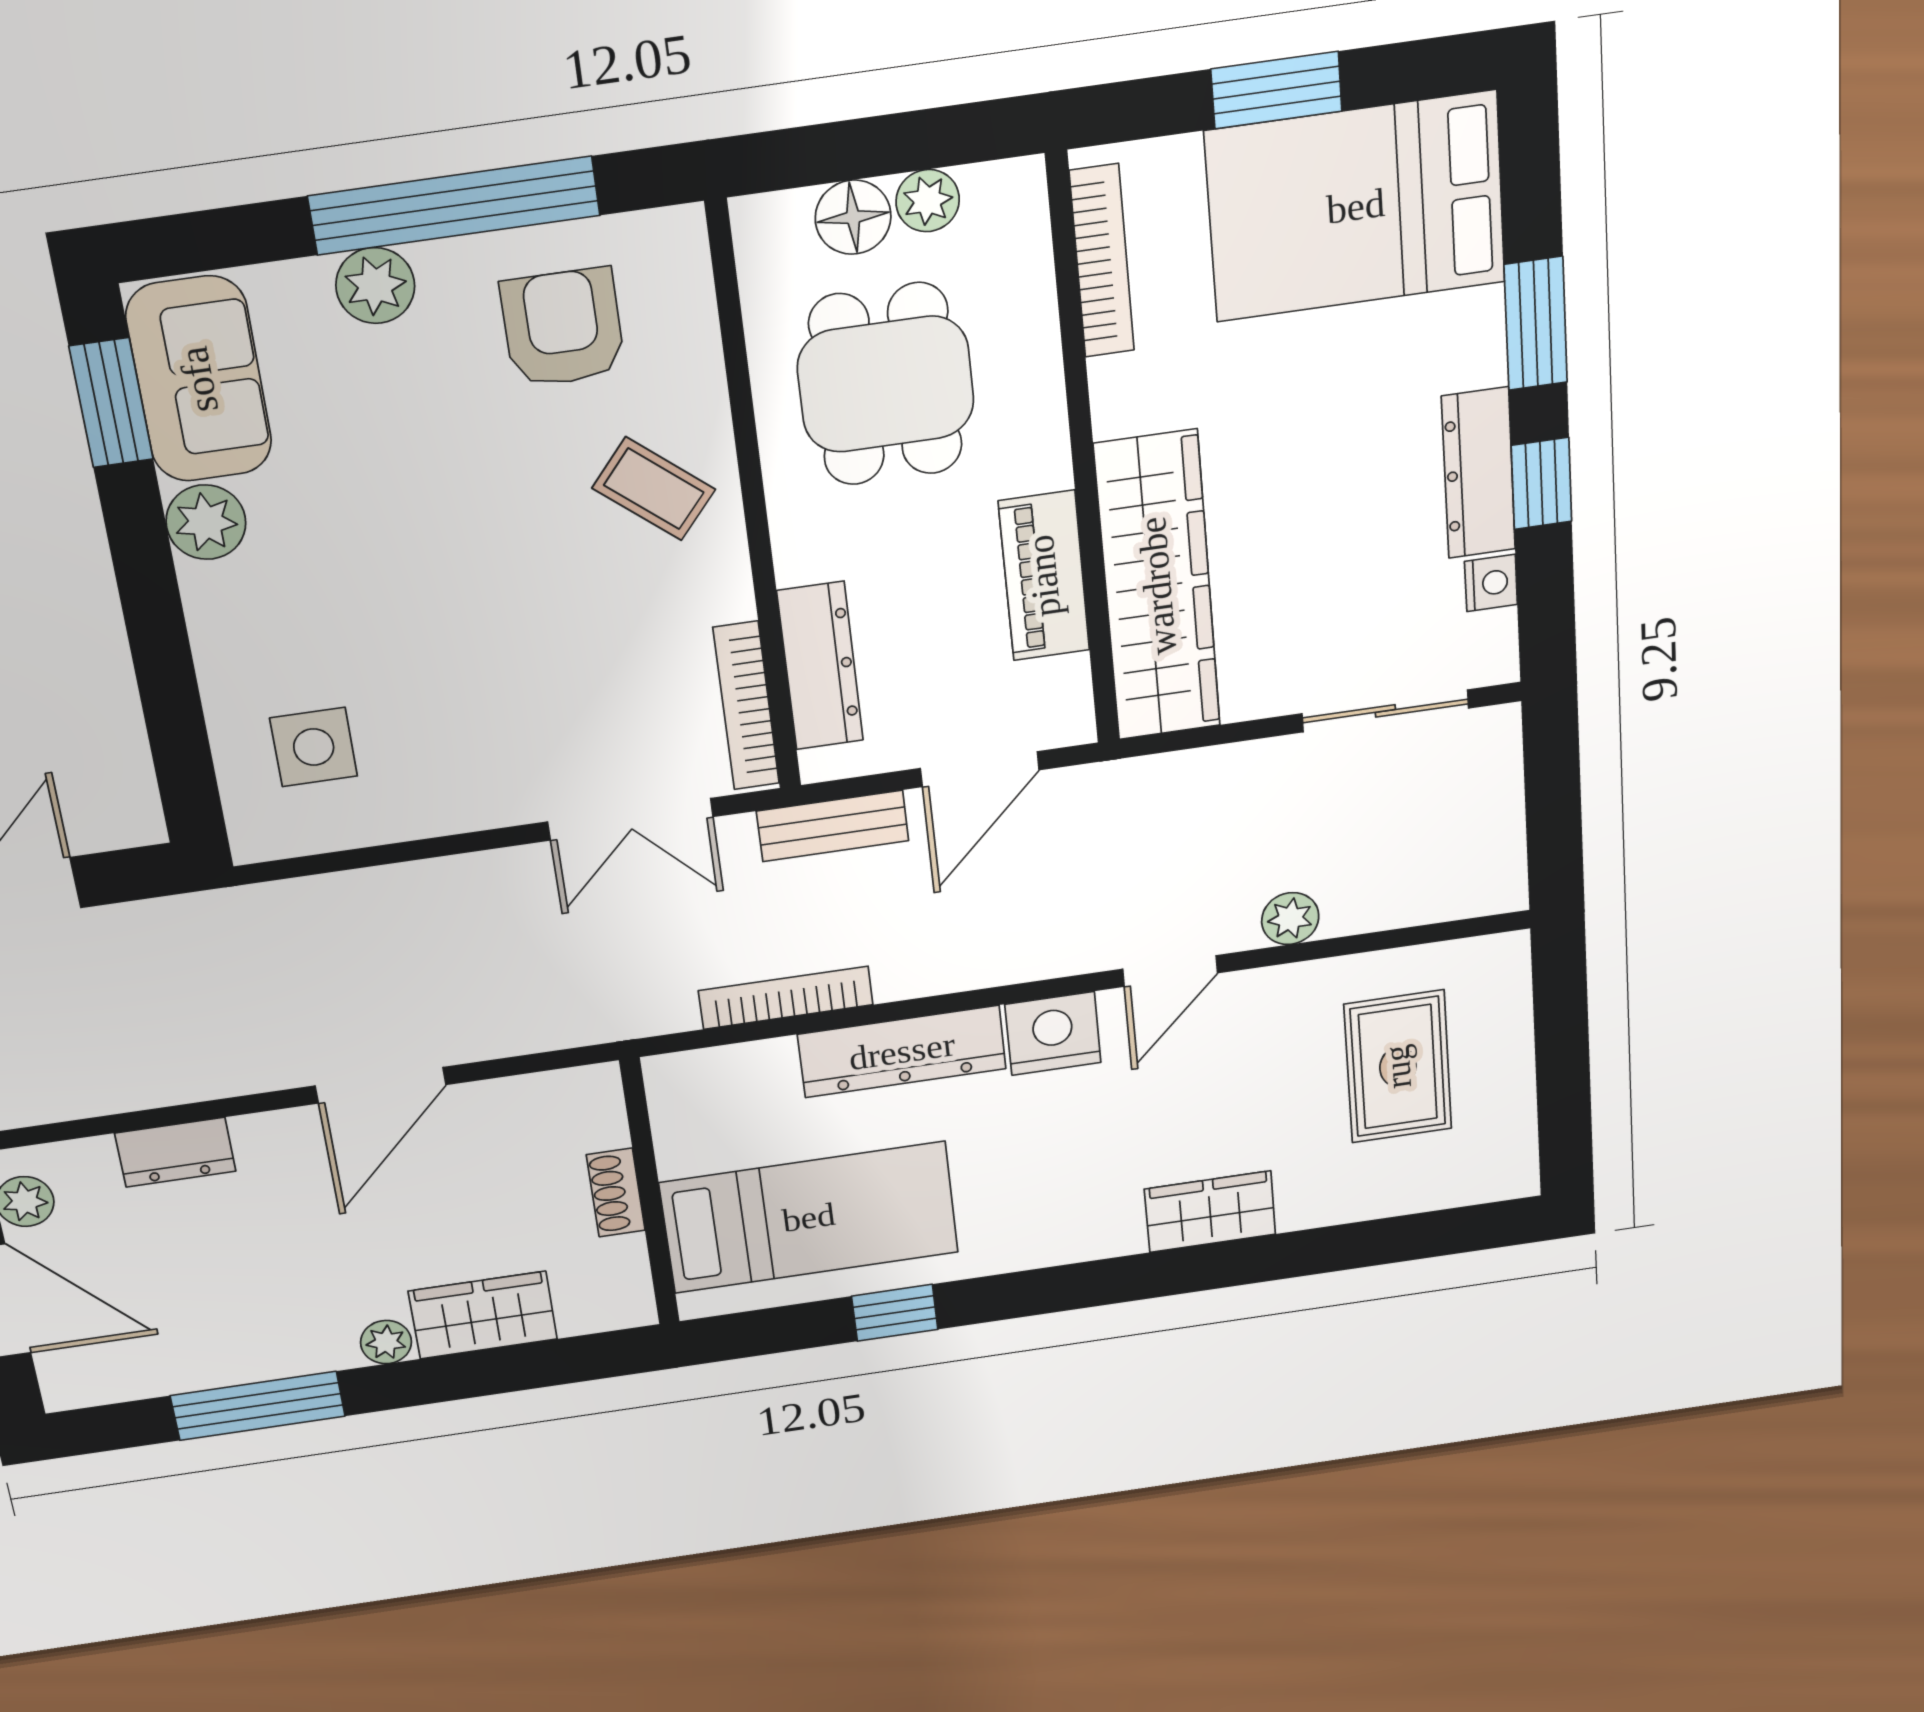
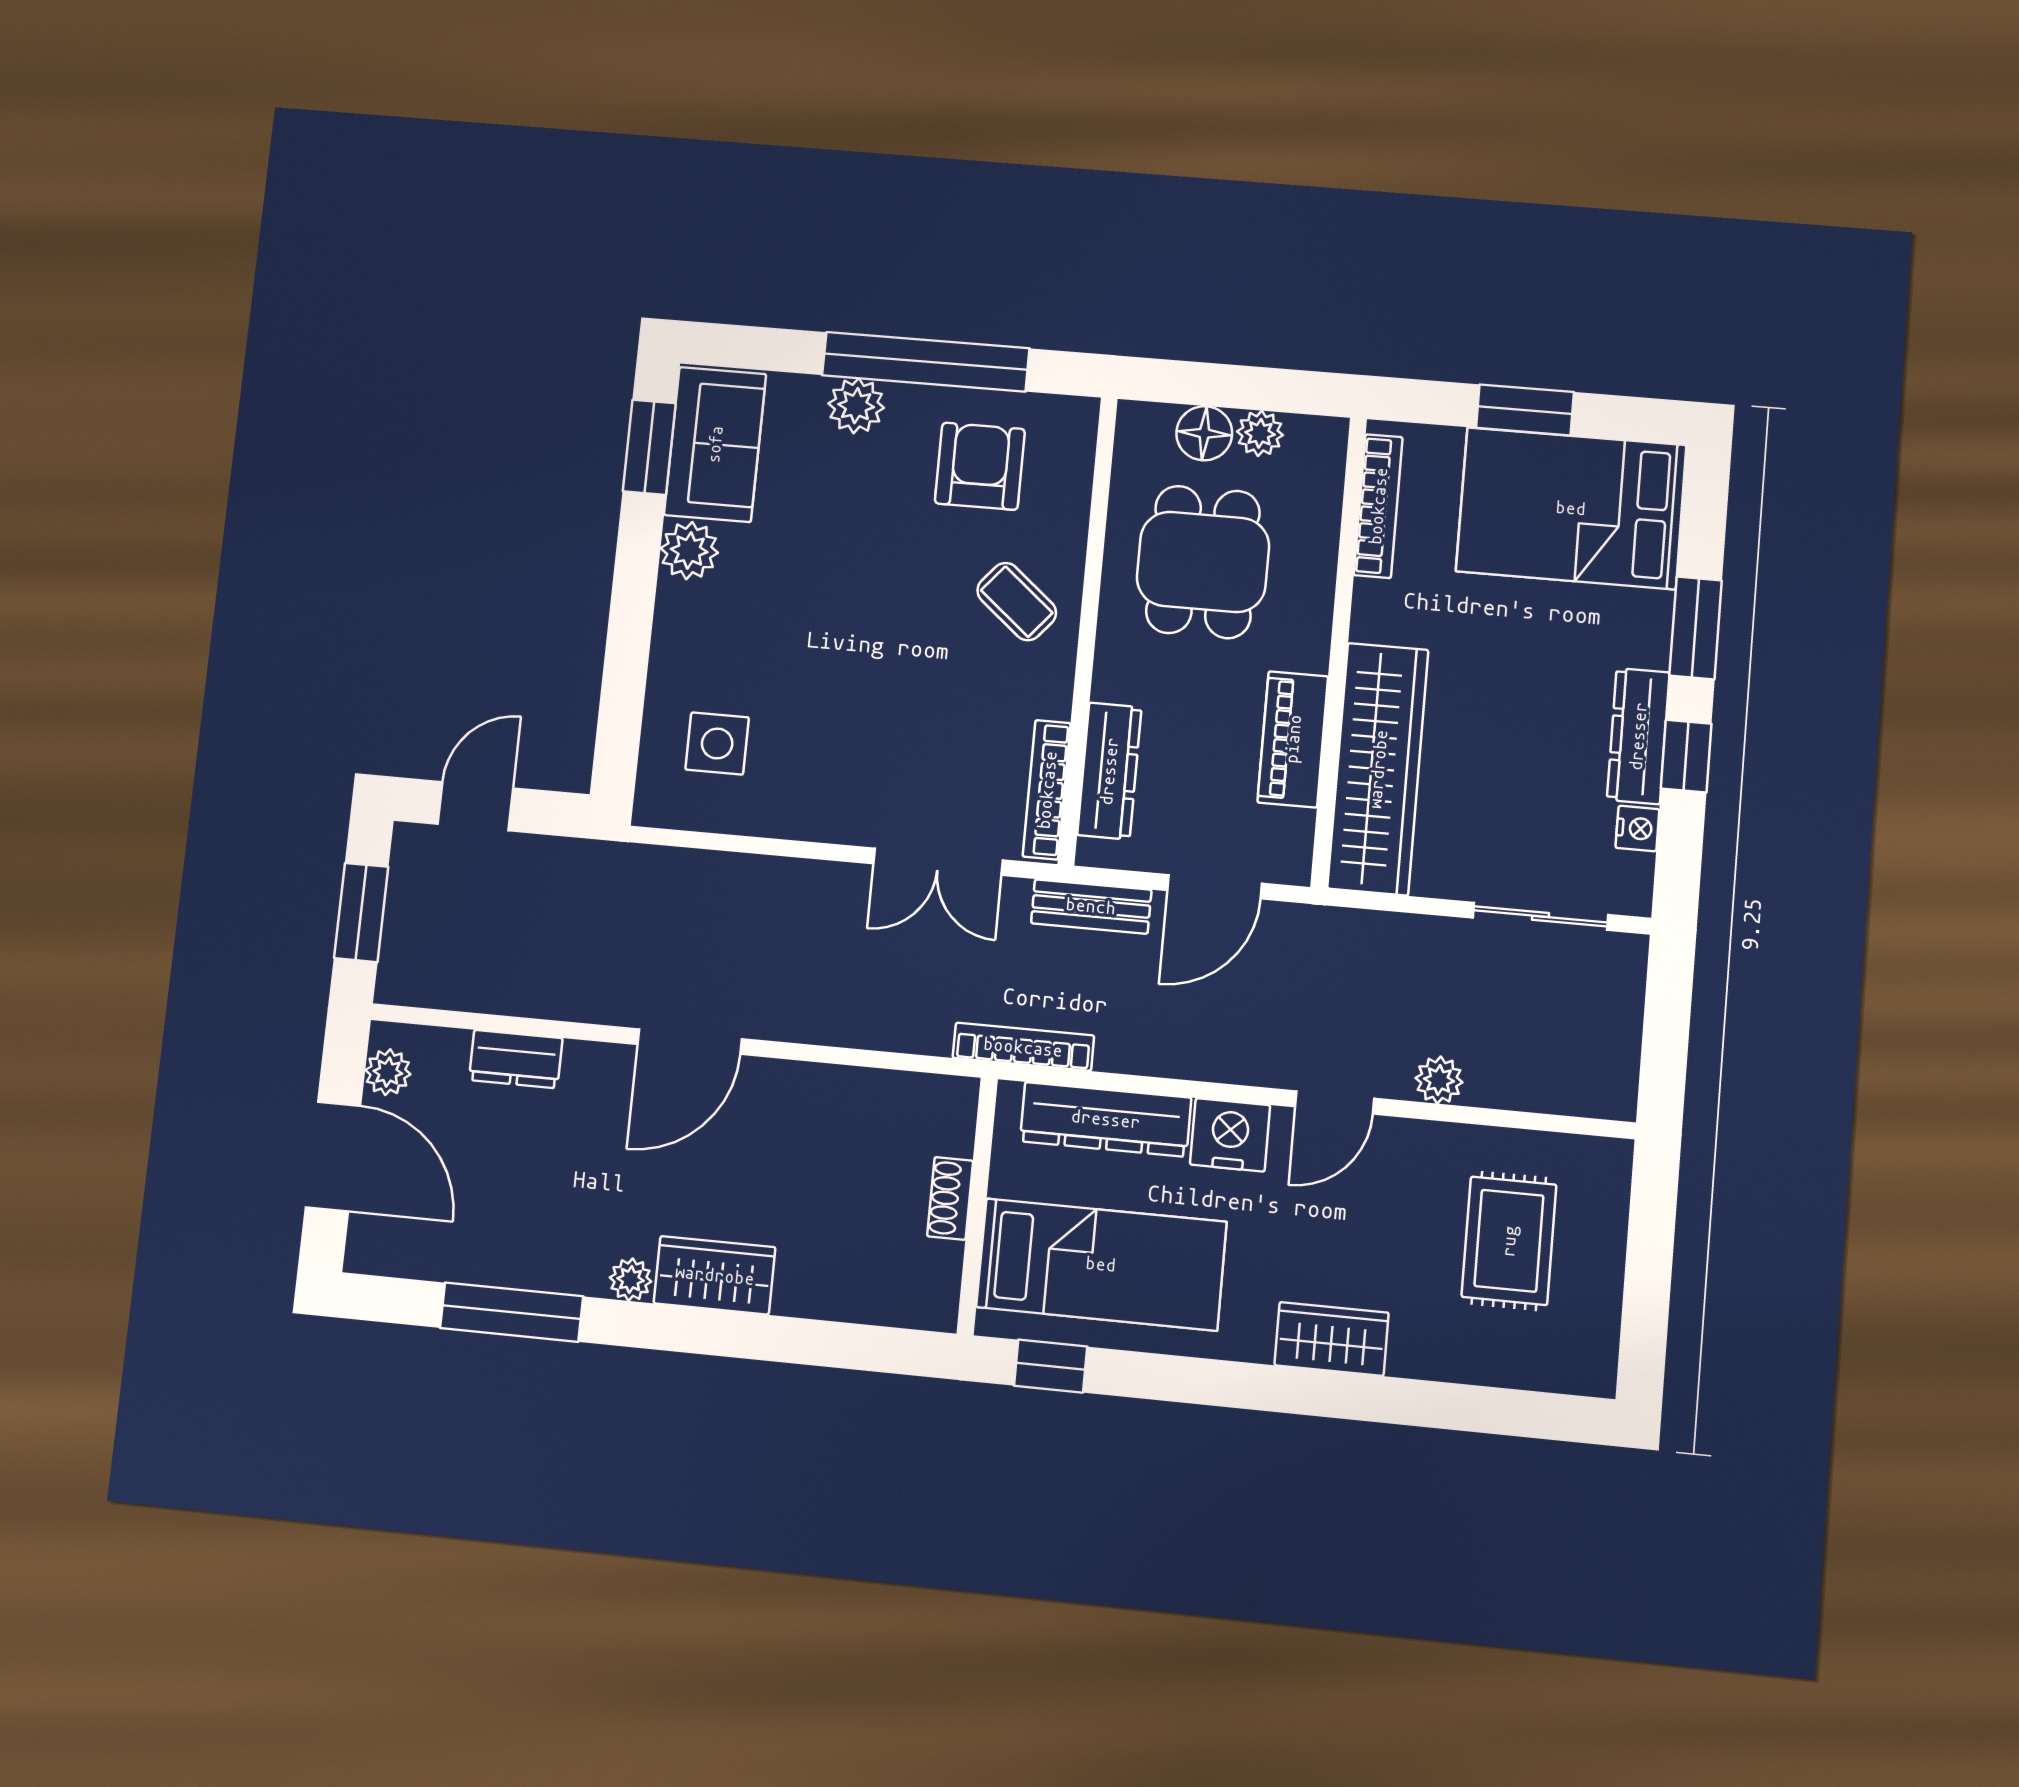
shoe rack: (616, 1193) -> (950, 1198), moved
wall: (650, 1193) -> (977, 1206), moved
bed: (809, 1218) -> (1101, 1264), moved

